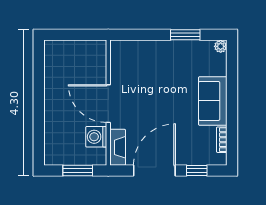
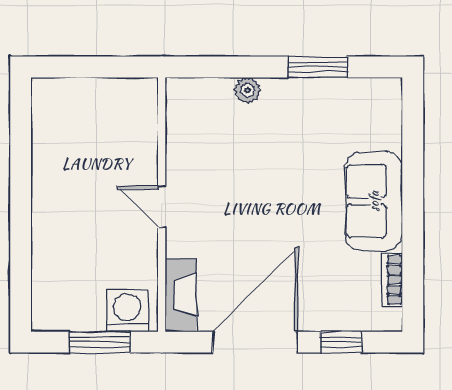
plant: (221, 46) -> (247, 90), moved
door: (108, 104) -> (162, 207), width x0.53
washing machine: (96, 137) -> (127, 311), moved, turned 90

